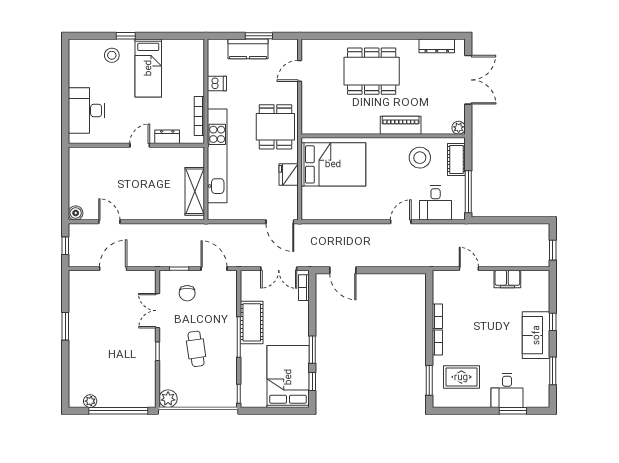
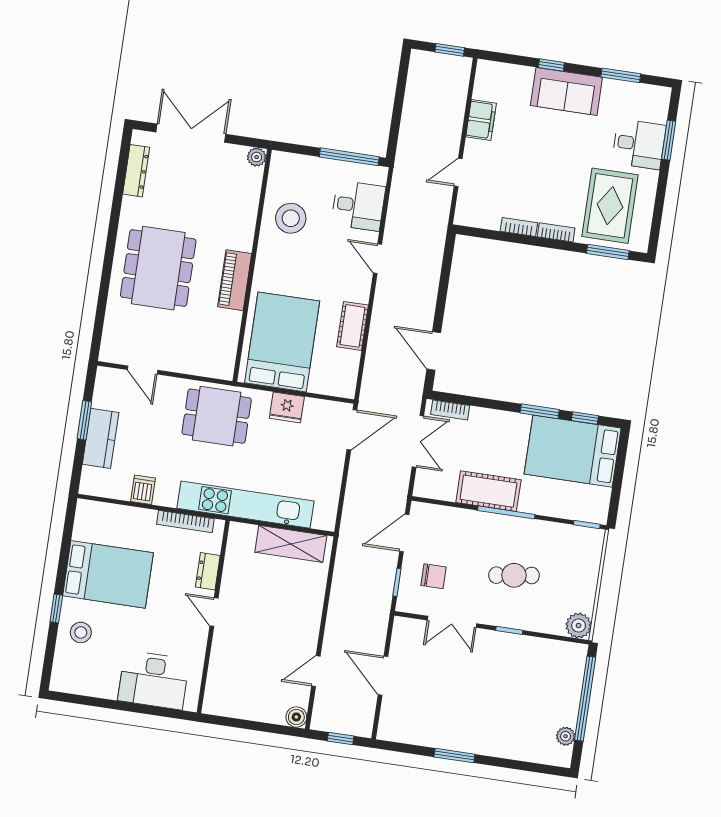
bed: (148, 68) -> (108, 574), width x1.50
piano: (401, 125) -> (235, 280), moved
cot: (456, 159) -> (353, 326), moved, turned 90
door: (343, 270) -> (434, 351), swing flipped
rug: (461, 377) -> (610, 206), width x1.36, depth x1.43

